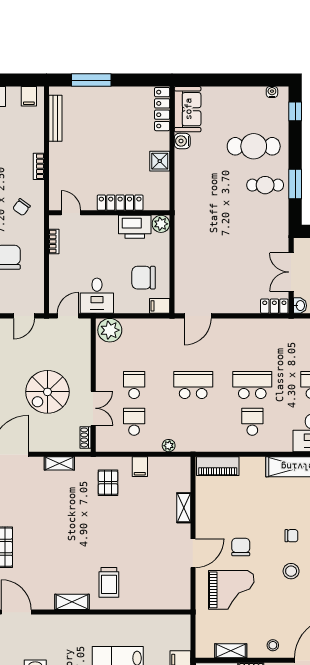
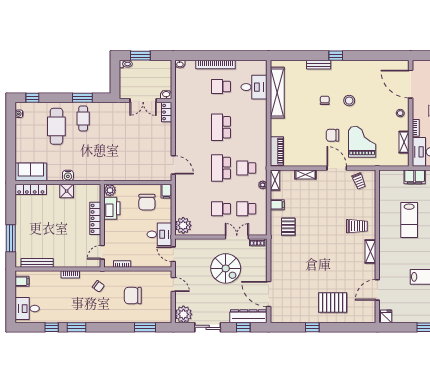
water cooler: (182, 141) -> (68, 176), moved
school desk: (252, 422) -> (246, 168), moved
shelving: (59, 463) -> (275, 180), moved
pallet: (108, 483) -> (288, 227), turned 90
trolley: (174, 585) -> (359, 181), added

